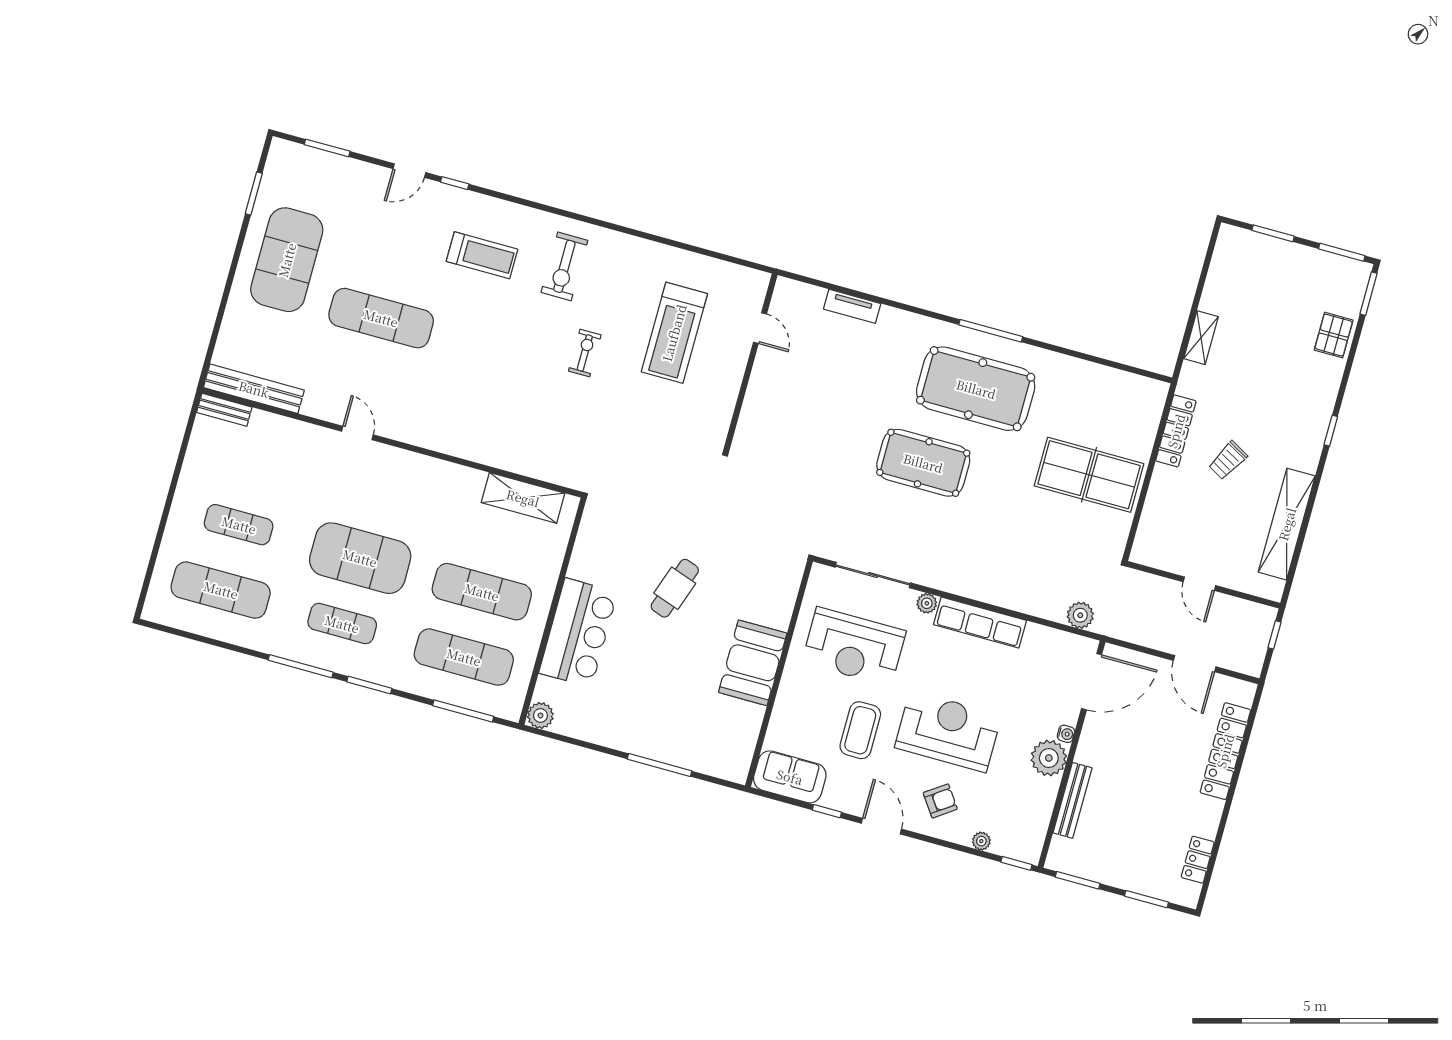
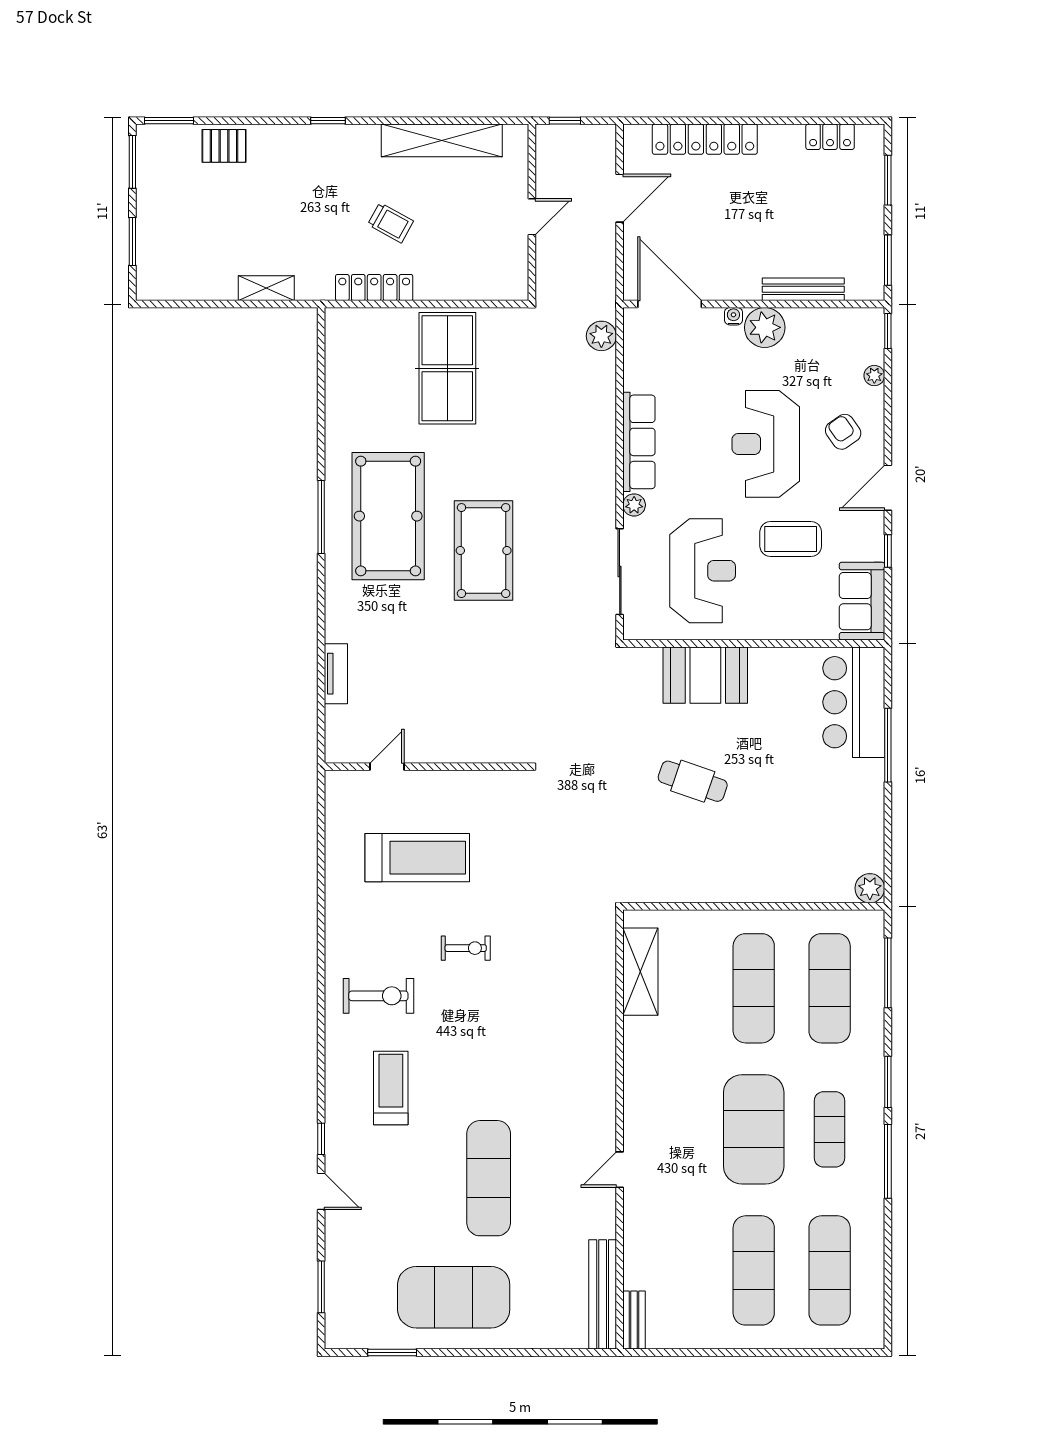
exercise bike: (585, 353) -> (466, 948), turned 180
exercise mat: (239, 525) -> (754, 1270), width x1.36, depth x1.45
bar counter: (578, 633) -> (854, 702), moved, turned -90
booth: (753, 663) -> (705, 675), moved

